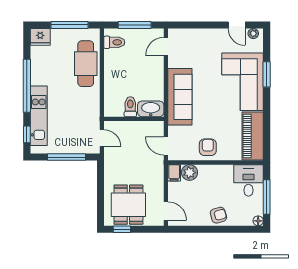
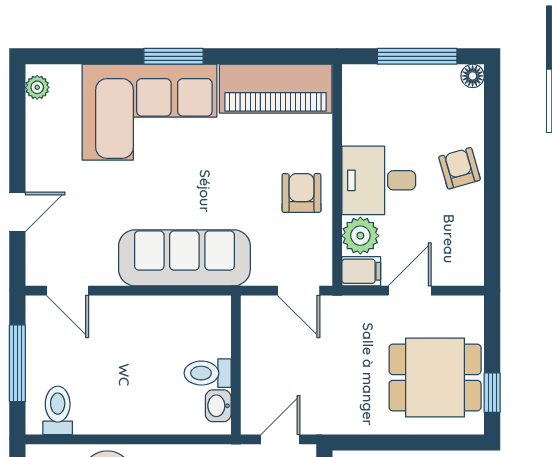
door: (237, 25) -> (17, 212), moved
window: (267, 74) -> (174, 56), moved
washbasin: (151, 109) -> (218, 406), moved, width x0.52, depth x0.69
door: (166, 146) -> (299, 291), hinge flipped
armchair: (208, 147) -> (302, 193), turned 90
desk: (248, 180) -> (379, 180), moved
door: (166, 211) -> (410, 291), moved

